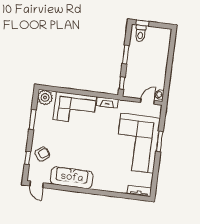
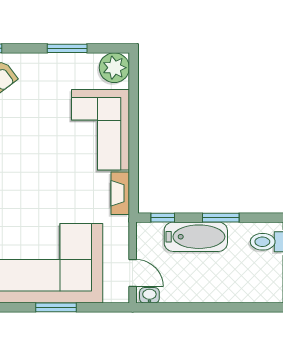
bathtub: (133, 68) -> (196, 237), added

